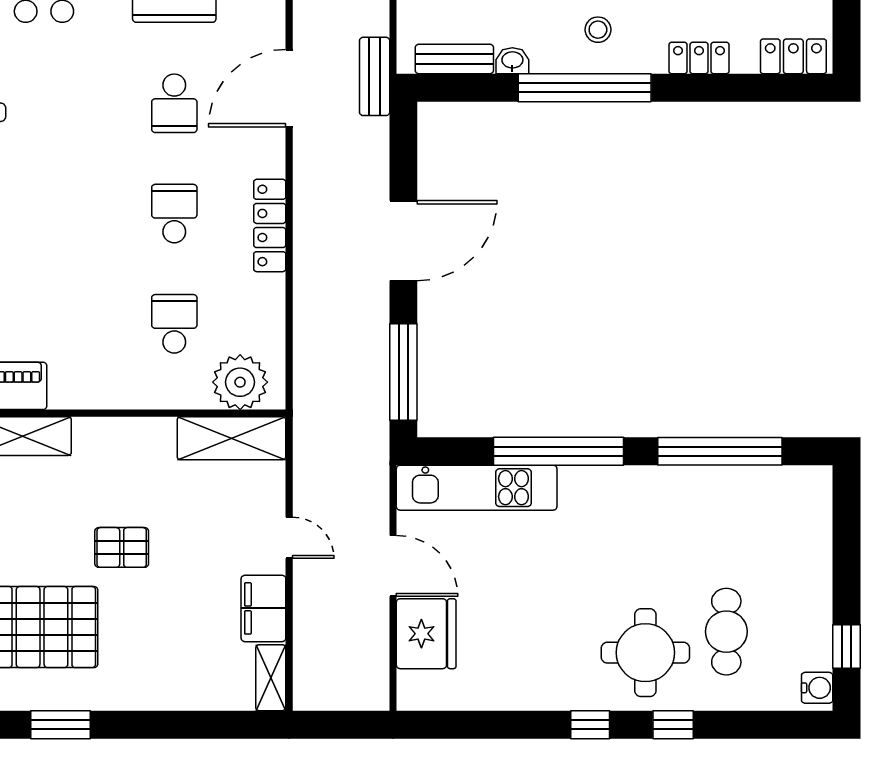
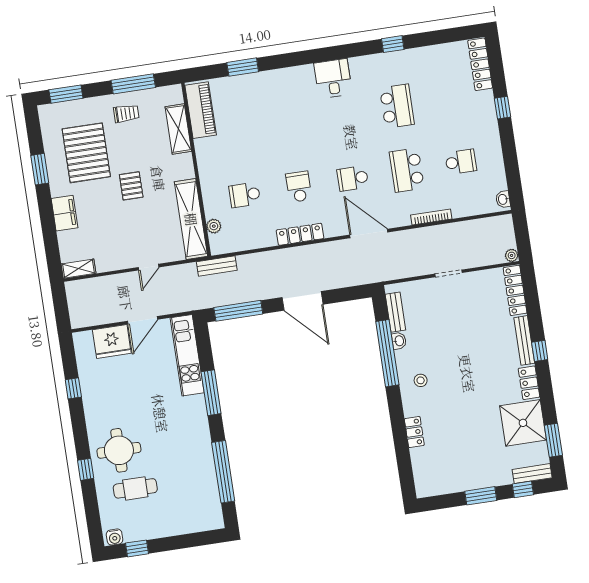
locker: (793, 56) -> (422, 478), removed
bench: (375, 76) -> (217, 266), moved
window: (585, 88) -> (387, 353), moved
school desk: (174, 214) -> (299, 187), turned -90
school desk: (174, 324) -> (245, 195), turned 180
plant: (240, 382) -> (214, 226), width x0.53, depth x0.53
shelving: (231, 438) -> (191, 219), width x1.47
window: (559, 451) -> (211, 393), width x0.68
filing cabinet: (263, 608) -> (65, 213), moved, turned 90
window: (590, 725) -> (73, 388), moved

